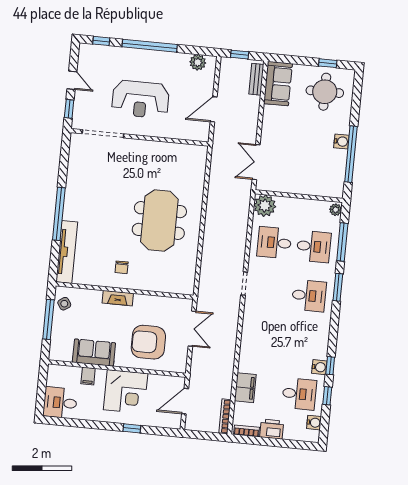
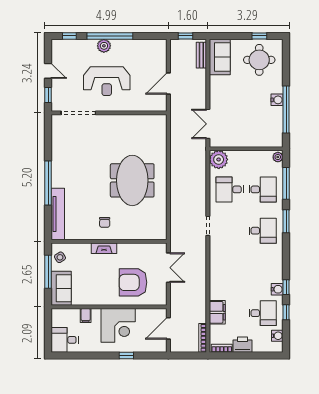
plant: (198, 62) -> (104, 46), moved
sofa: (94, 353) -> (61, 288), moved, turned 90

